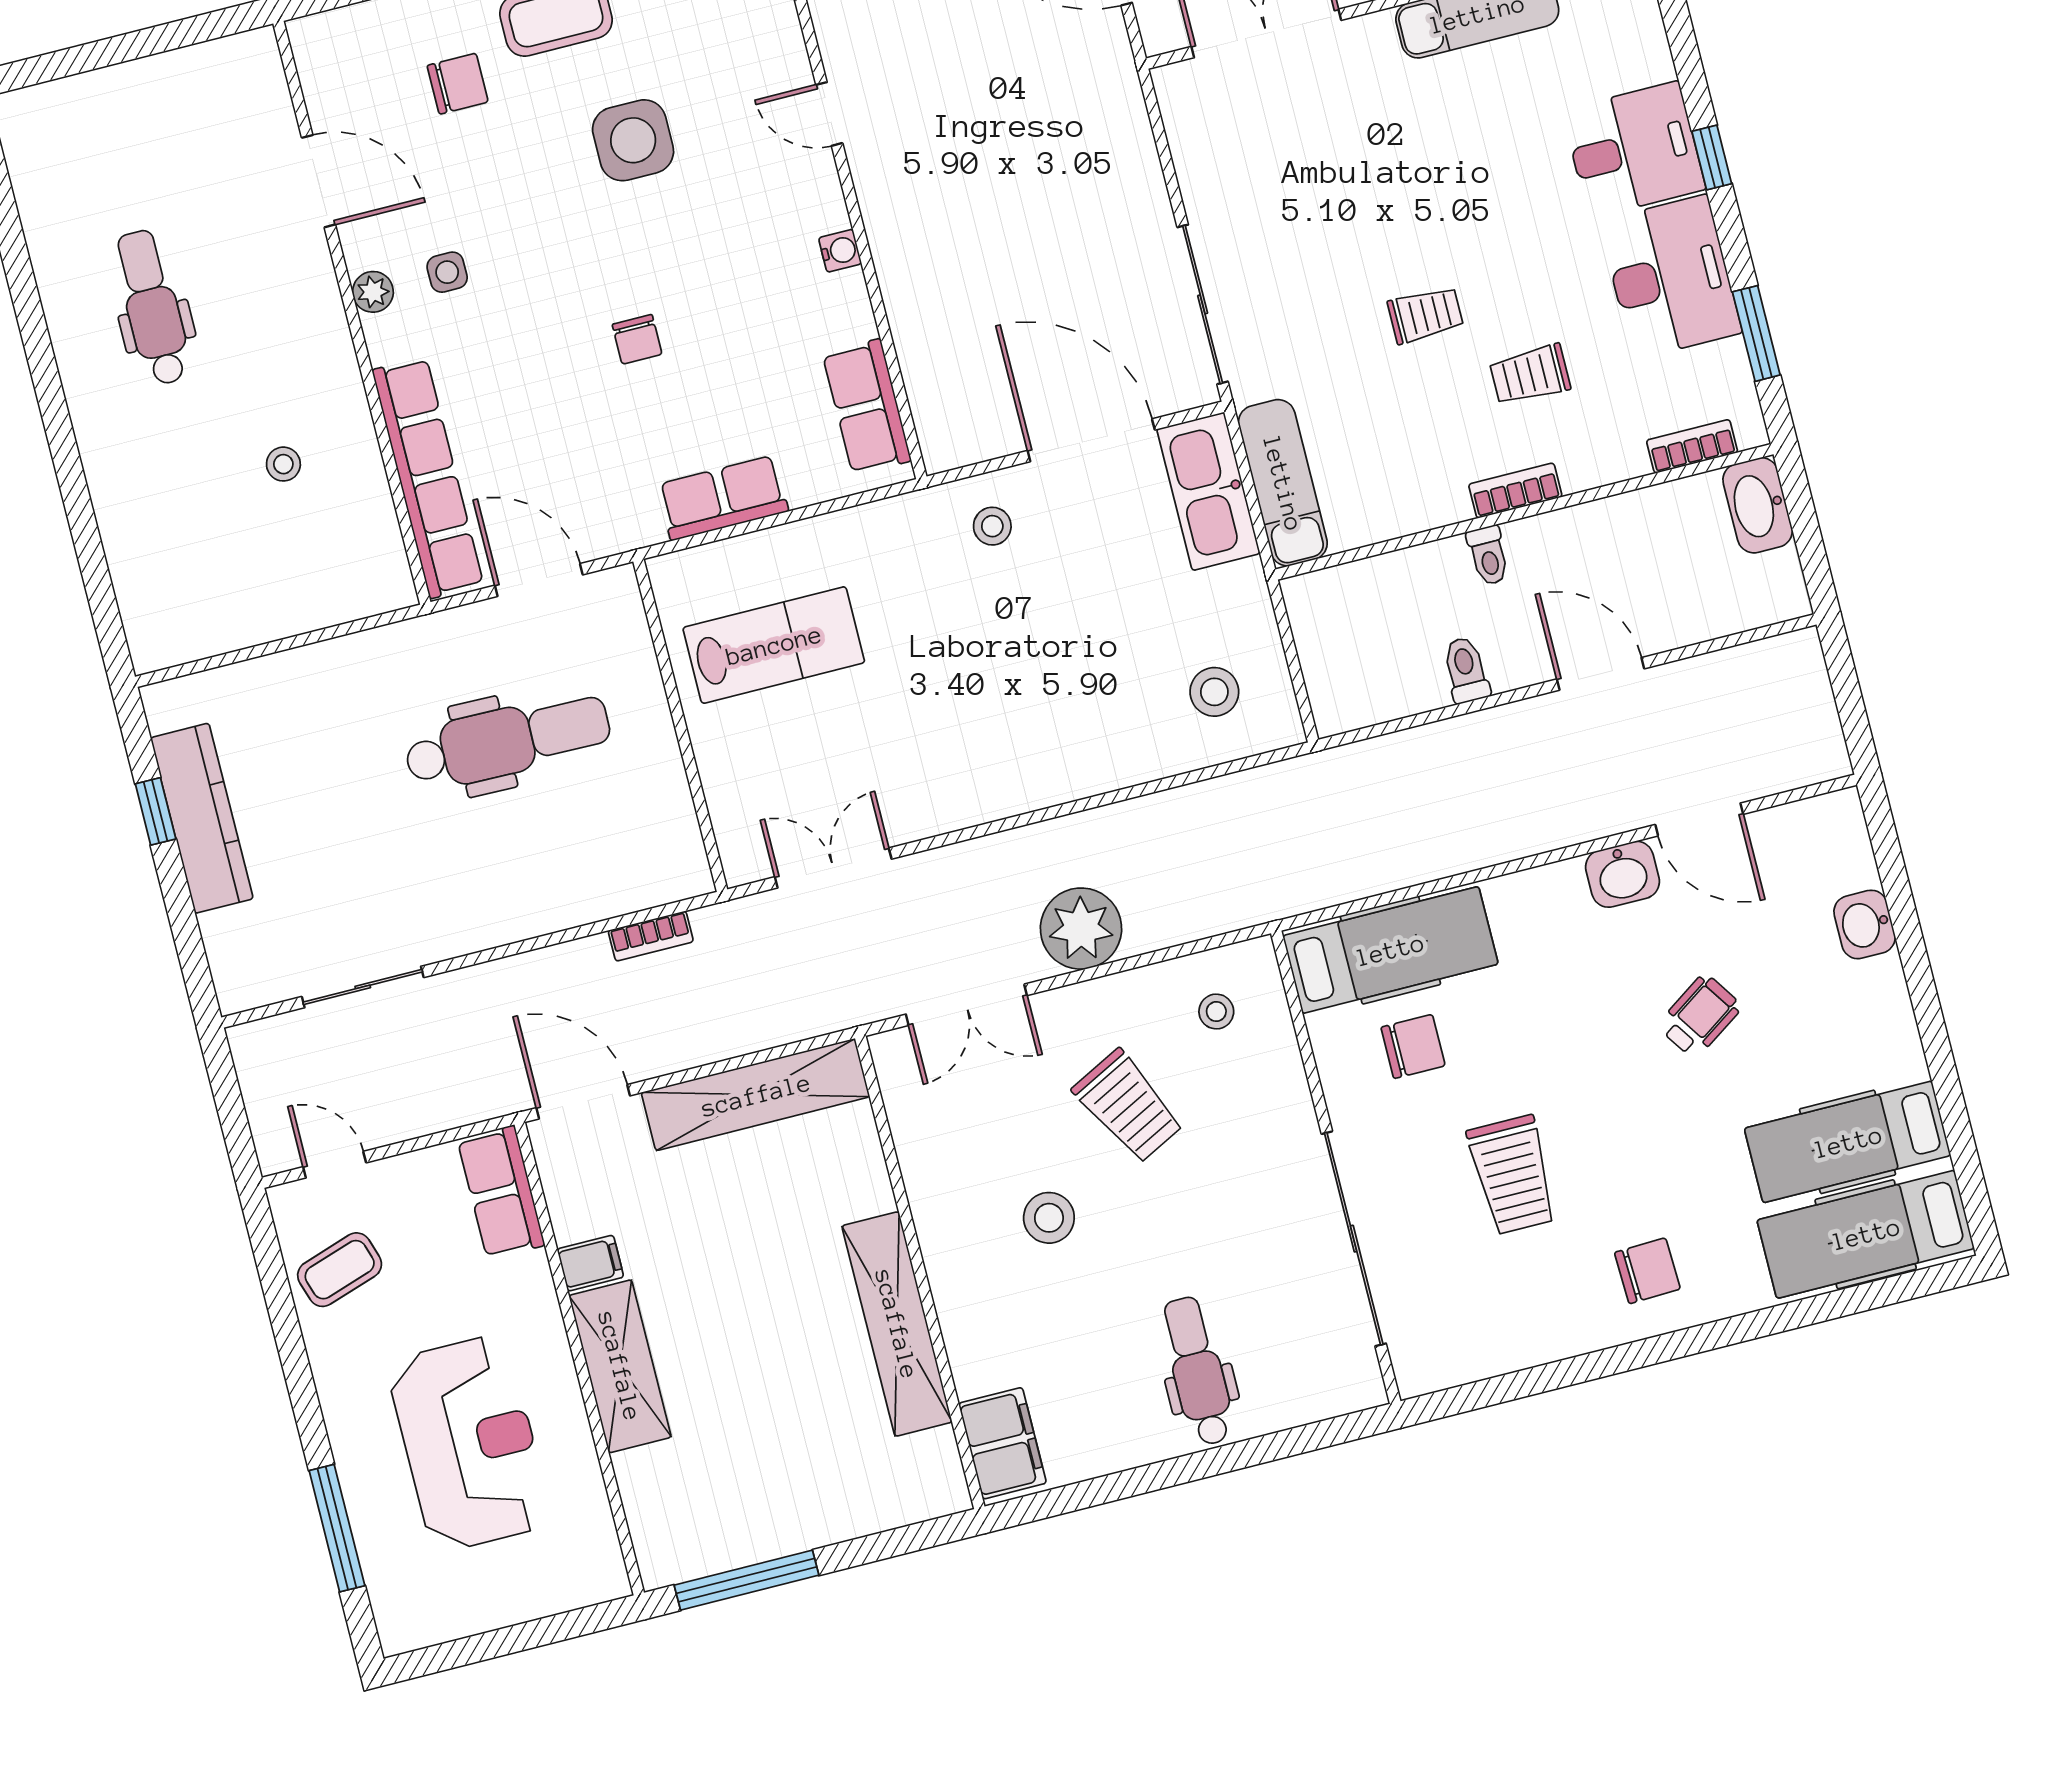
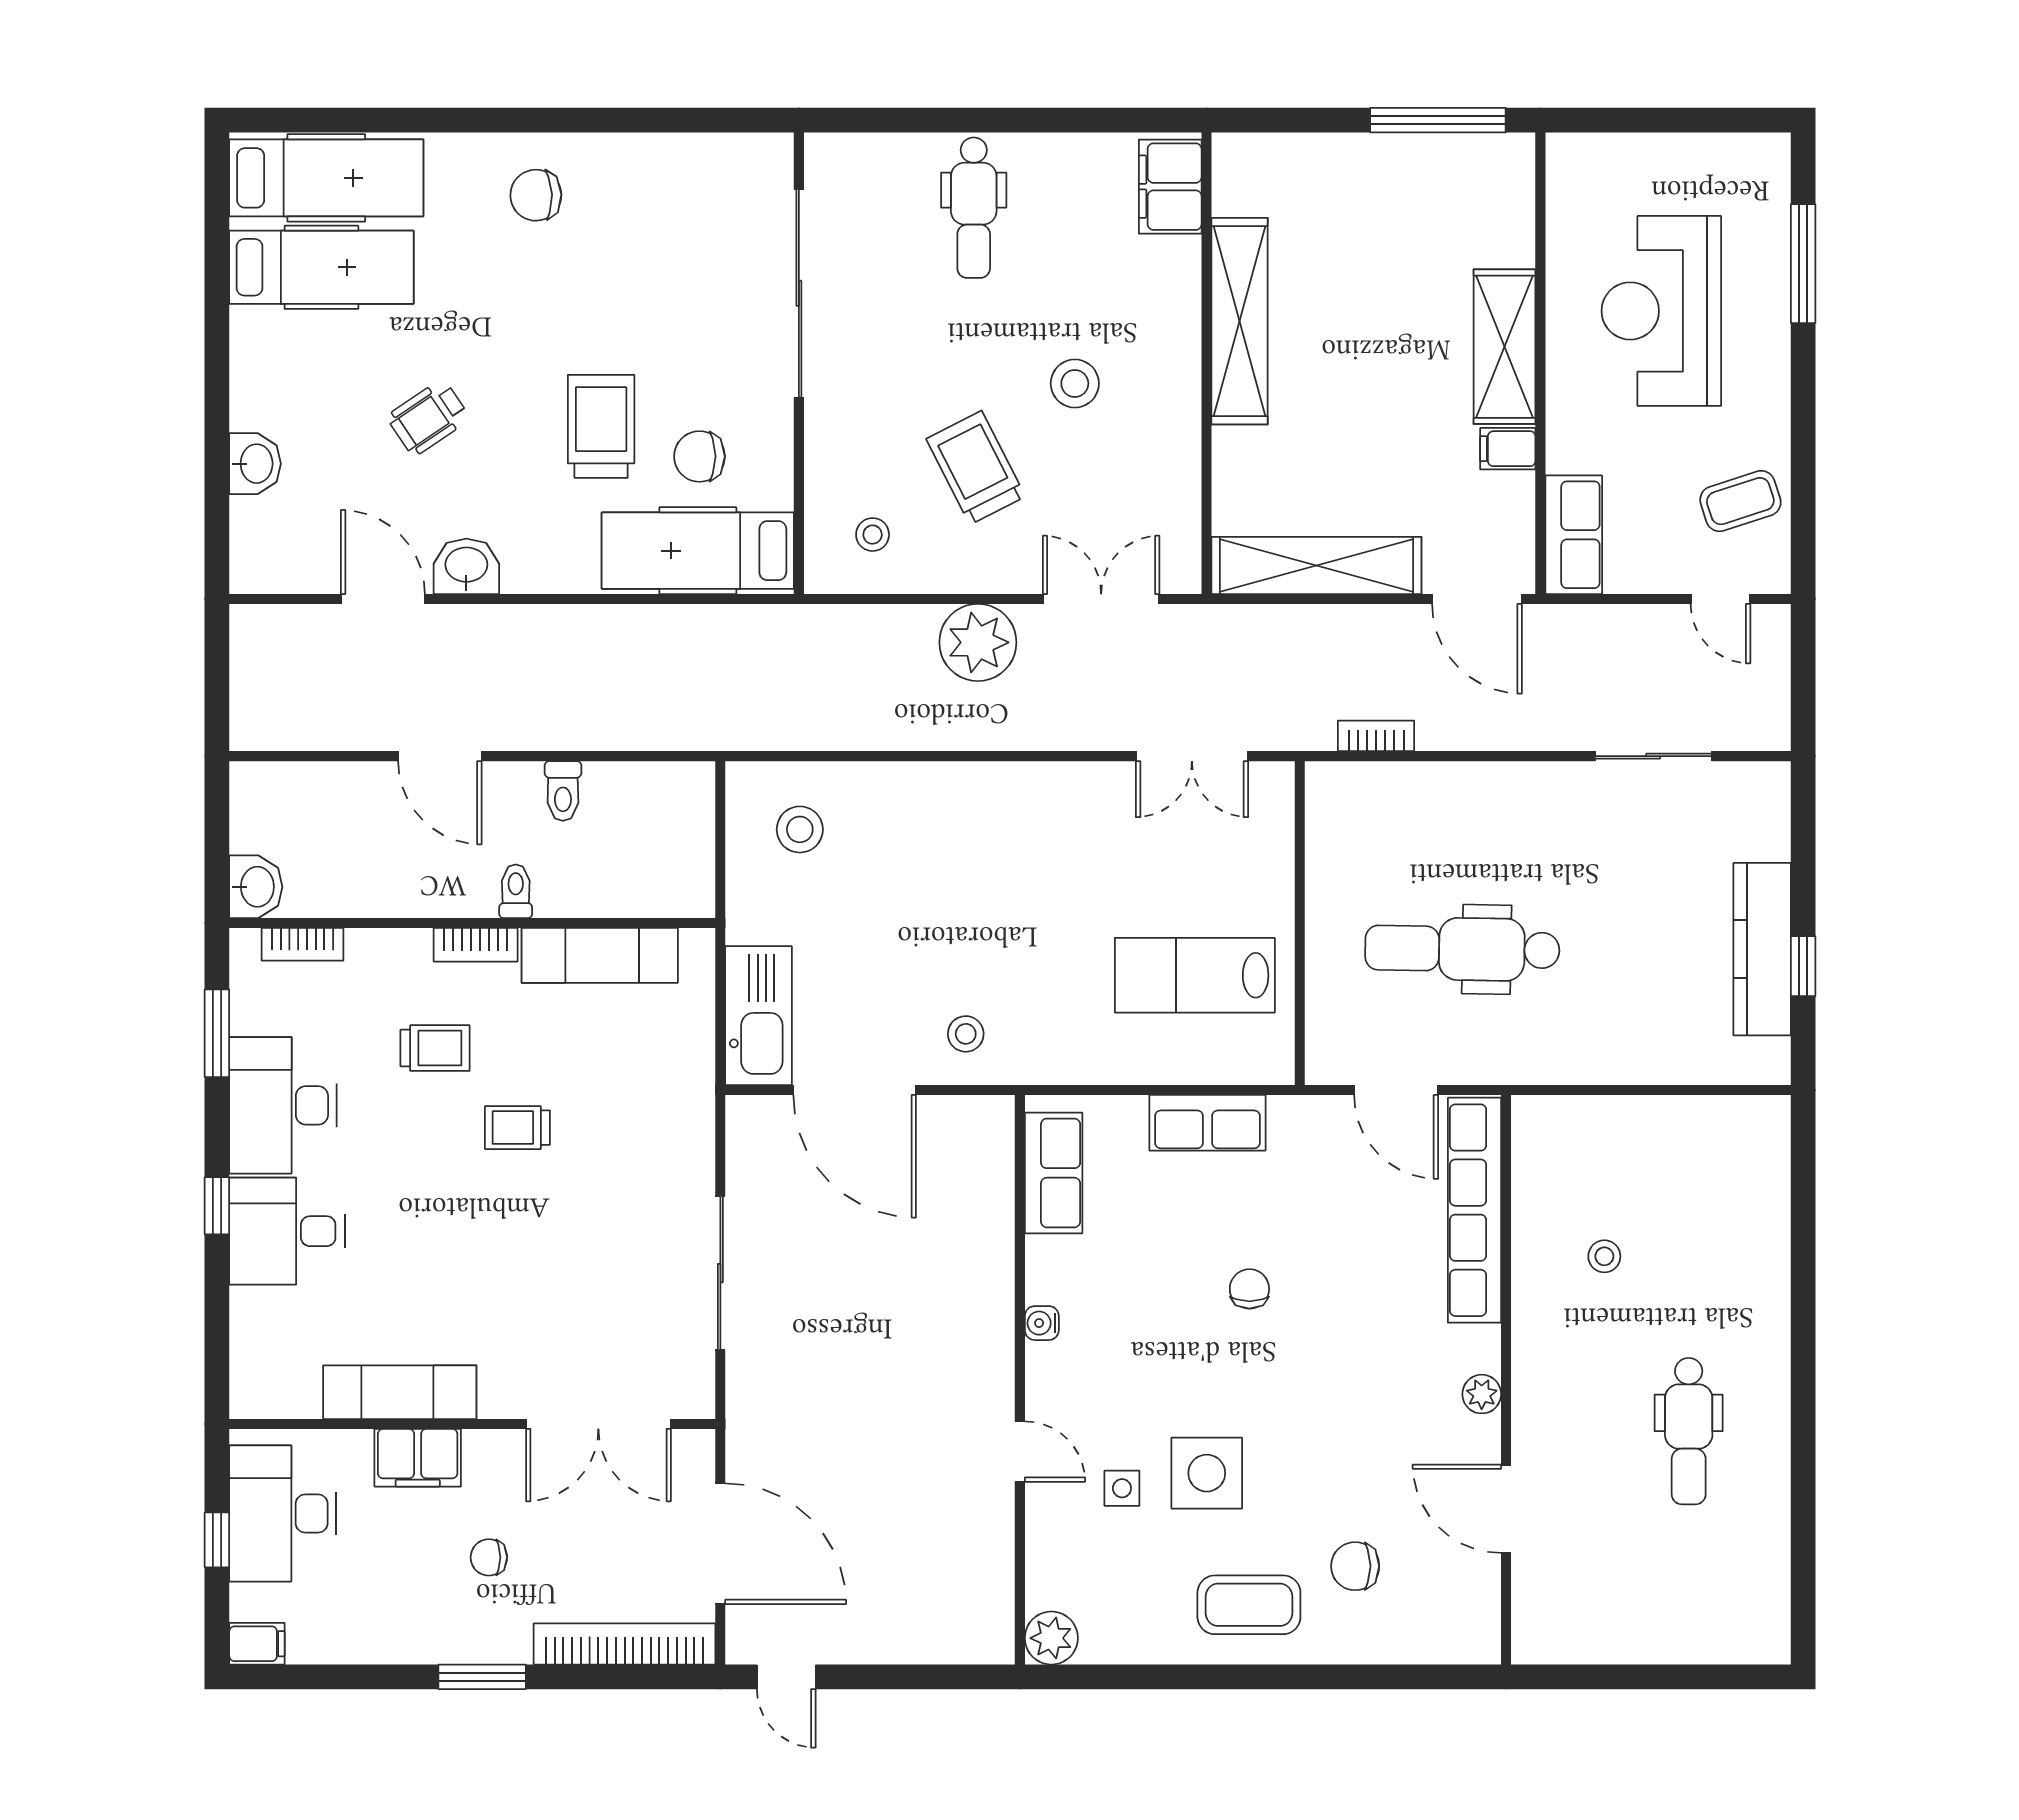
side table: (447, 272) -> (1122, 1488), moved
sliding door: (1203, 304) -> (720, 1273), moved
exam couch: (1283, 483) -> (600, 955), moved, turned -90
washbasin: (1758, 505) -> (256, 887), width x0.72
trolley: (1512, 1175) -> (601, 426), moved

